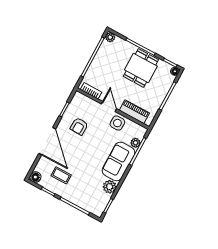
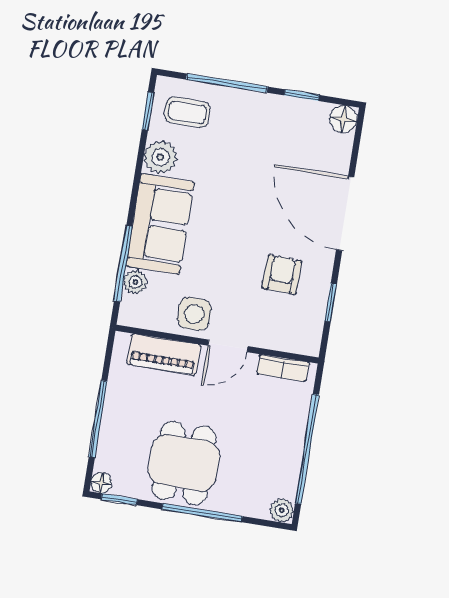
door: (109, 106) -> (228, 346), hinge flipped
coffee table: (61, 175) -> (187, 112), moved

